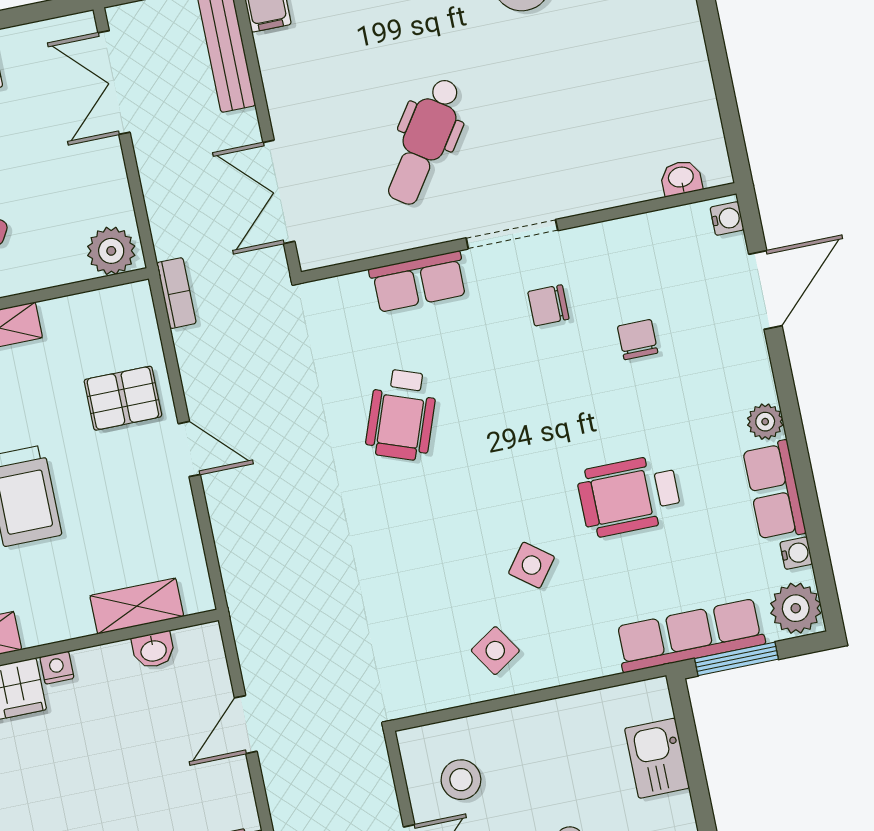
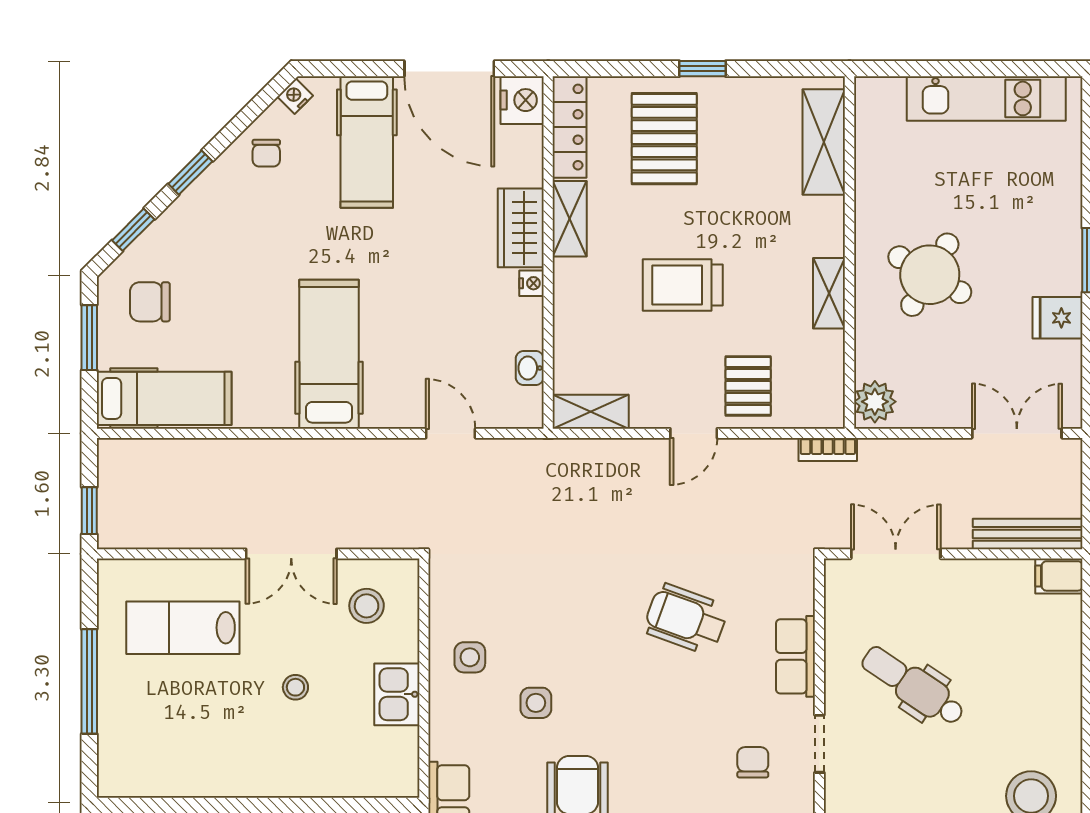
doorway: (512, 234) -> (819, 744), width x0.73
side table: (531, 565) -> (536, 703), turned -37
shelving: (137, 606) -> (591, 412), moved, turned 90
side table: (495, 651) -> (470, 657), turned 33
kitchen sink: (657, 758) -> (397, 694), moved, turned -90

